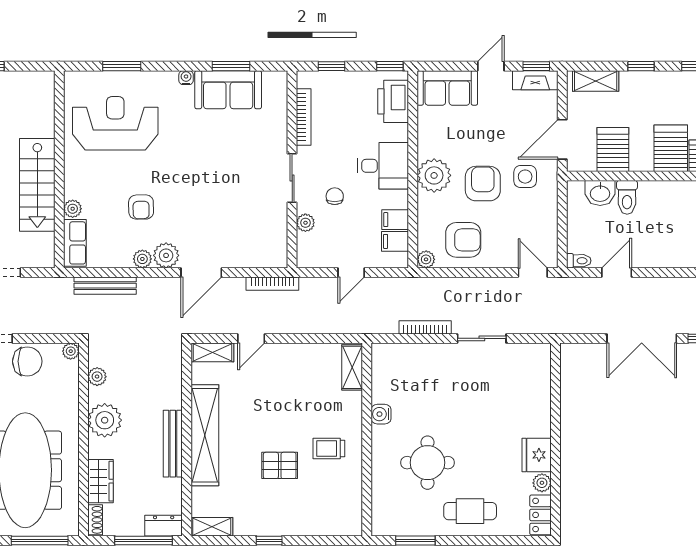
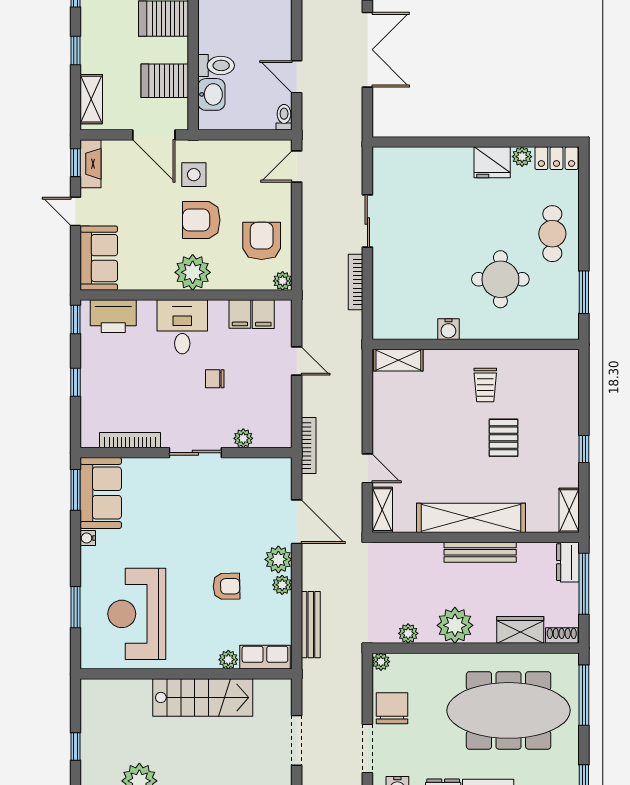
bookcase: (304, 117) -> (130, 440), moved
wall: (292, 169) -> (186, 453), moved
sliding door: (292, 178) -> (195, 453), moved
plant: (305, 223) -> (243, 438), moved

